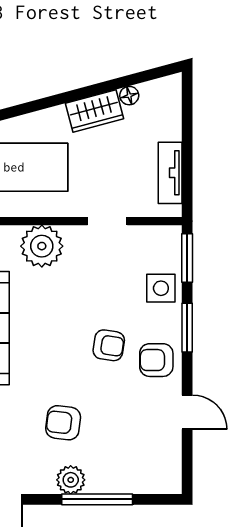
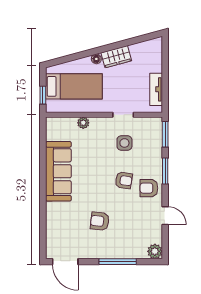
floor lamp: (129, 96) -> (96, 59), moved
plant: (42, 246) -> (83, 123), width x0.53, depth x0.53
side table: (161, 288) -> (124, 143), moved
plant: (71, 480) -> (155, 251), moved

